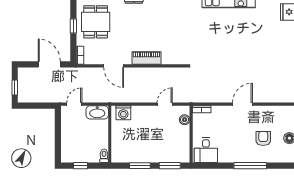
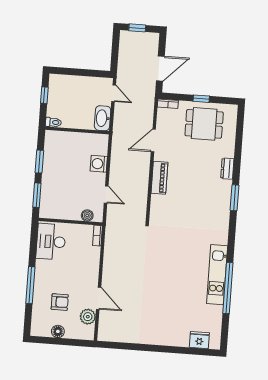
door: (242, 104) -> (99, 298), moved
washing machine: (123, 113) -> (99, 164), moved
plant: (274, 113) -> (88, 317), added
desk: (206, 150) -> (51, 242), width x1.37

